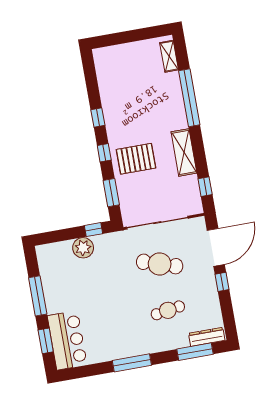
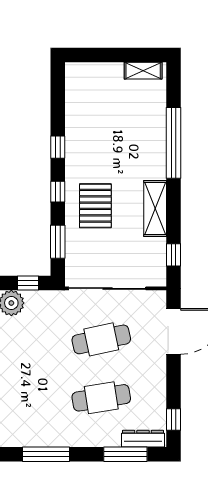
shelving: (169, 56) -> (143, 71), moved, turned 90
pallet: (136, 159) -> (95, 206), turned 90
cafe table: (160, 264) -> (101, 339), turned -30
window: (222, 282) -> (174, 419), moved
cafe table: (168, 310) -> (101, 398), width x1.37, depth x1.35

